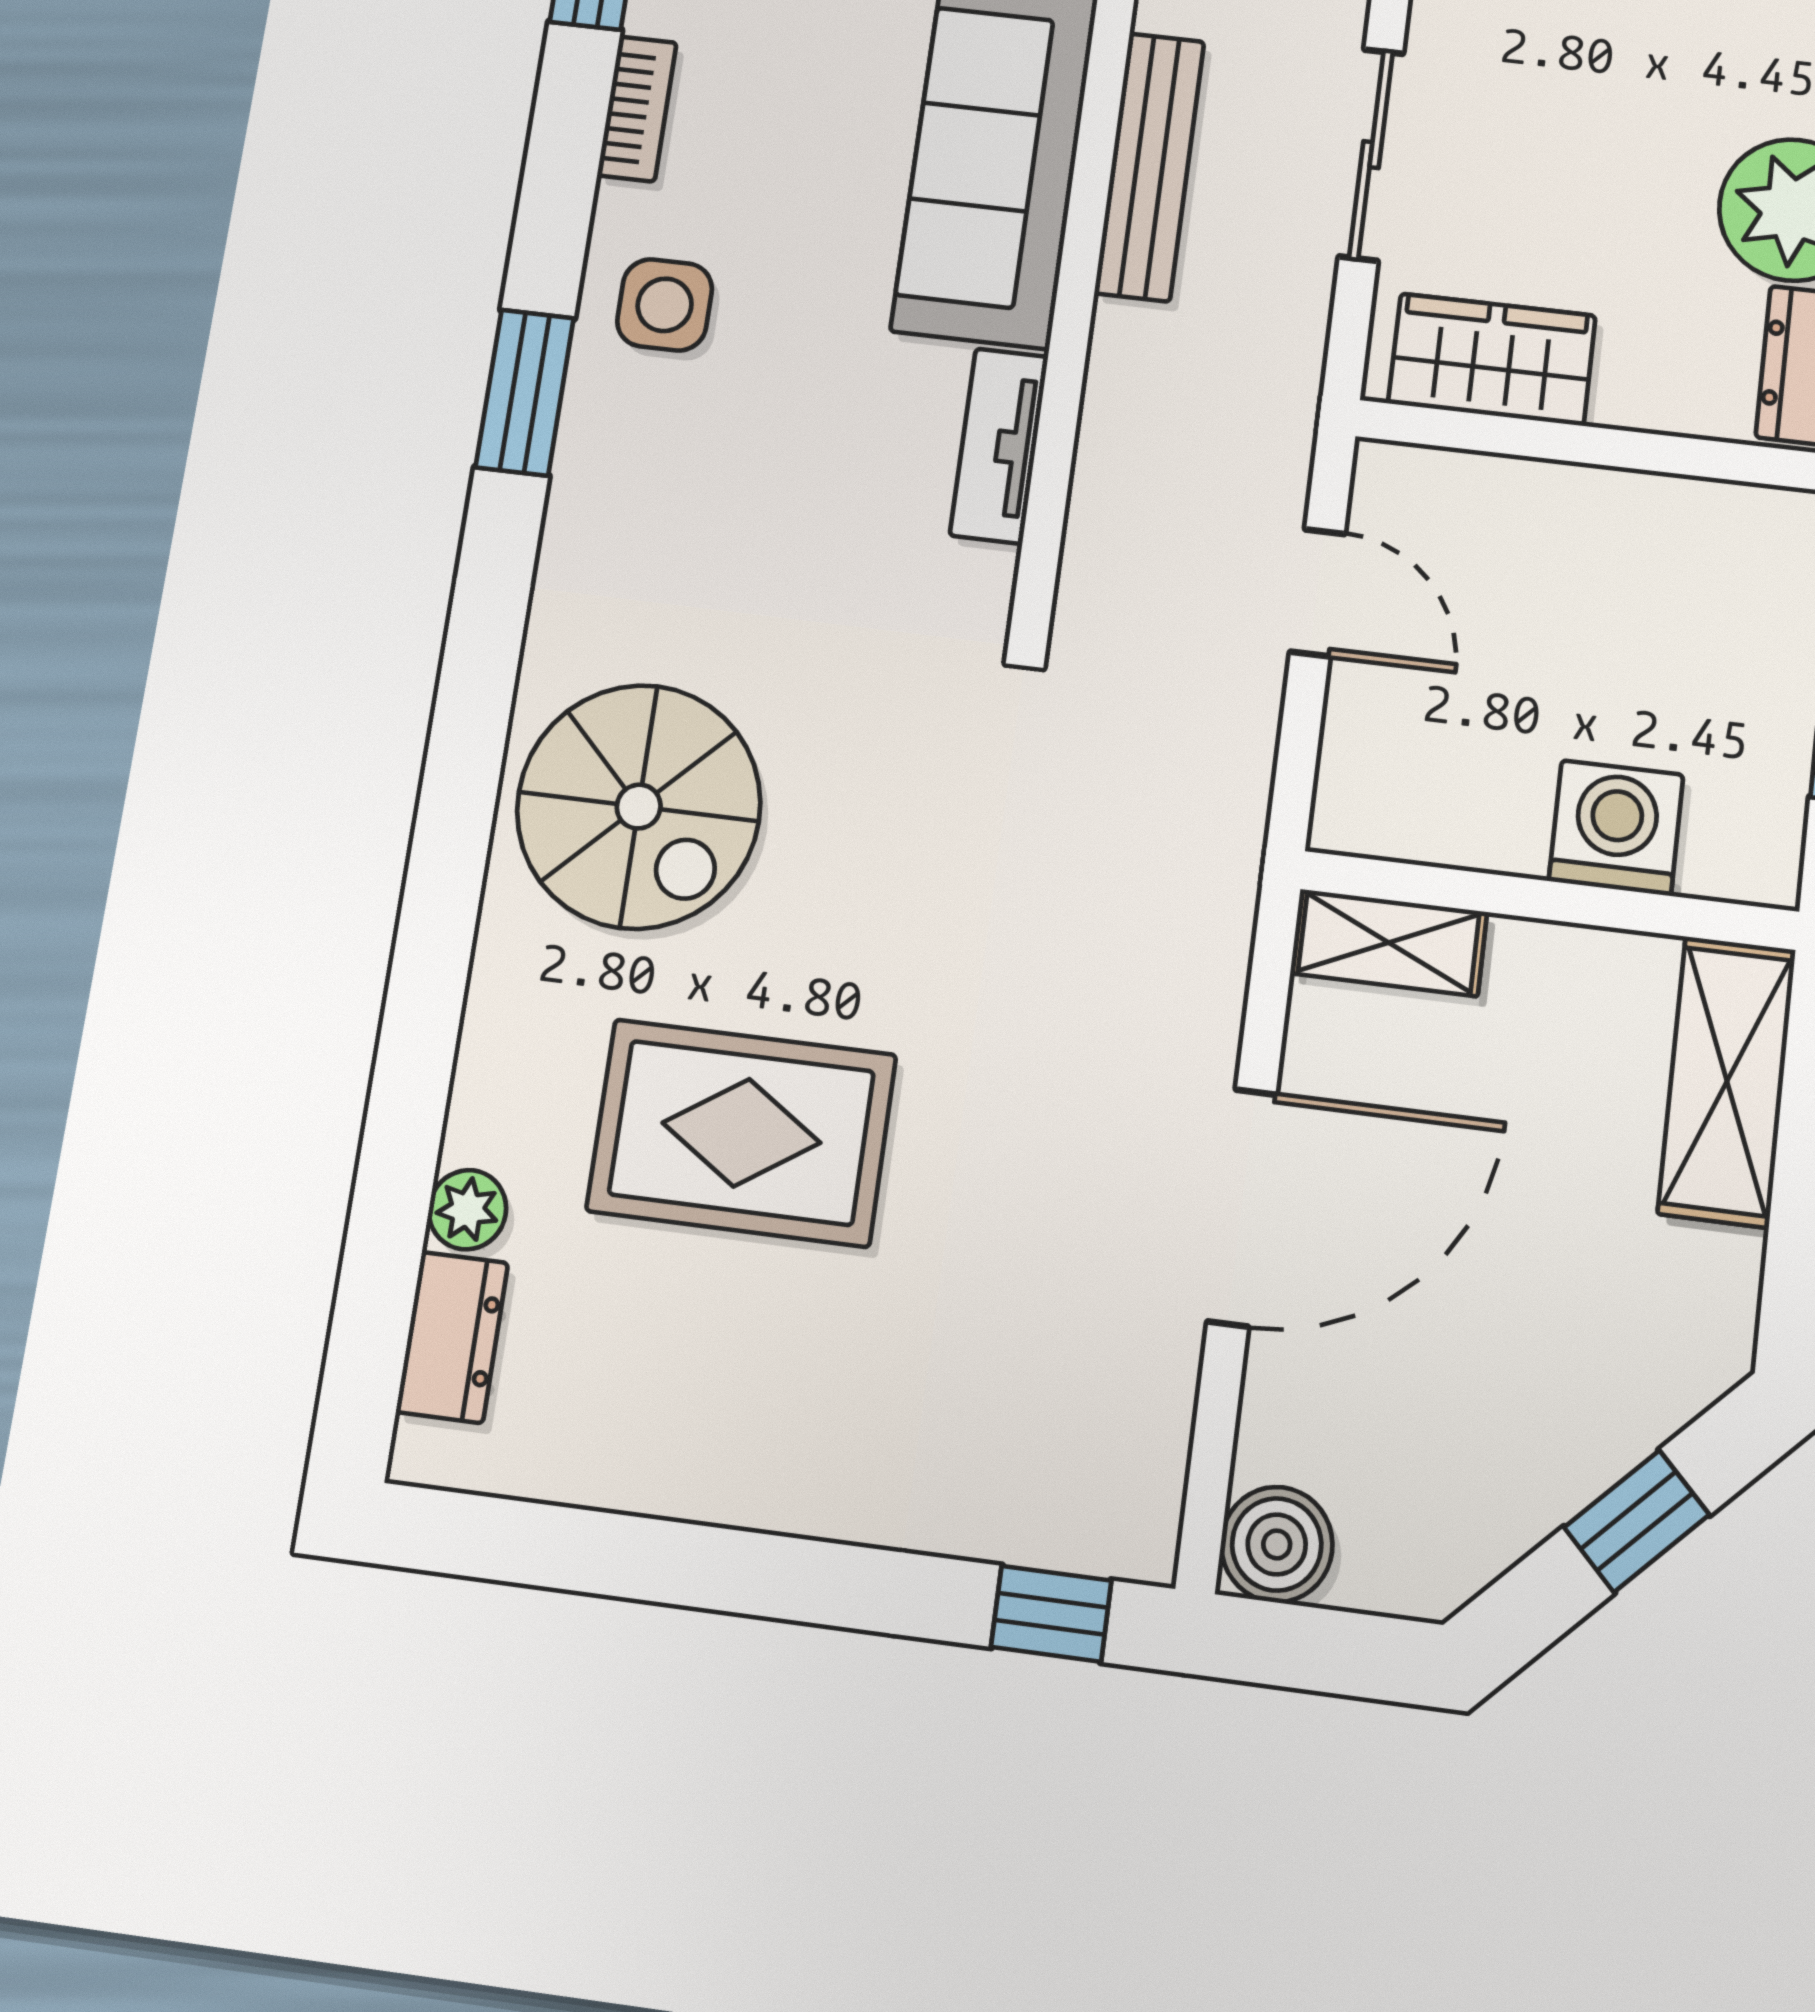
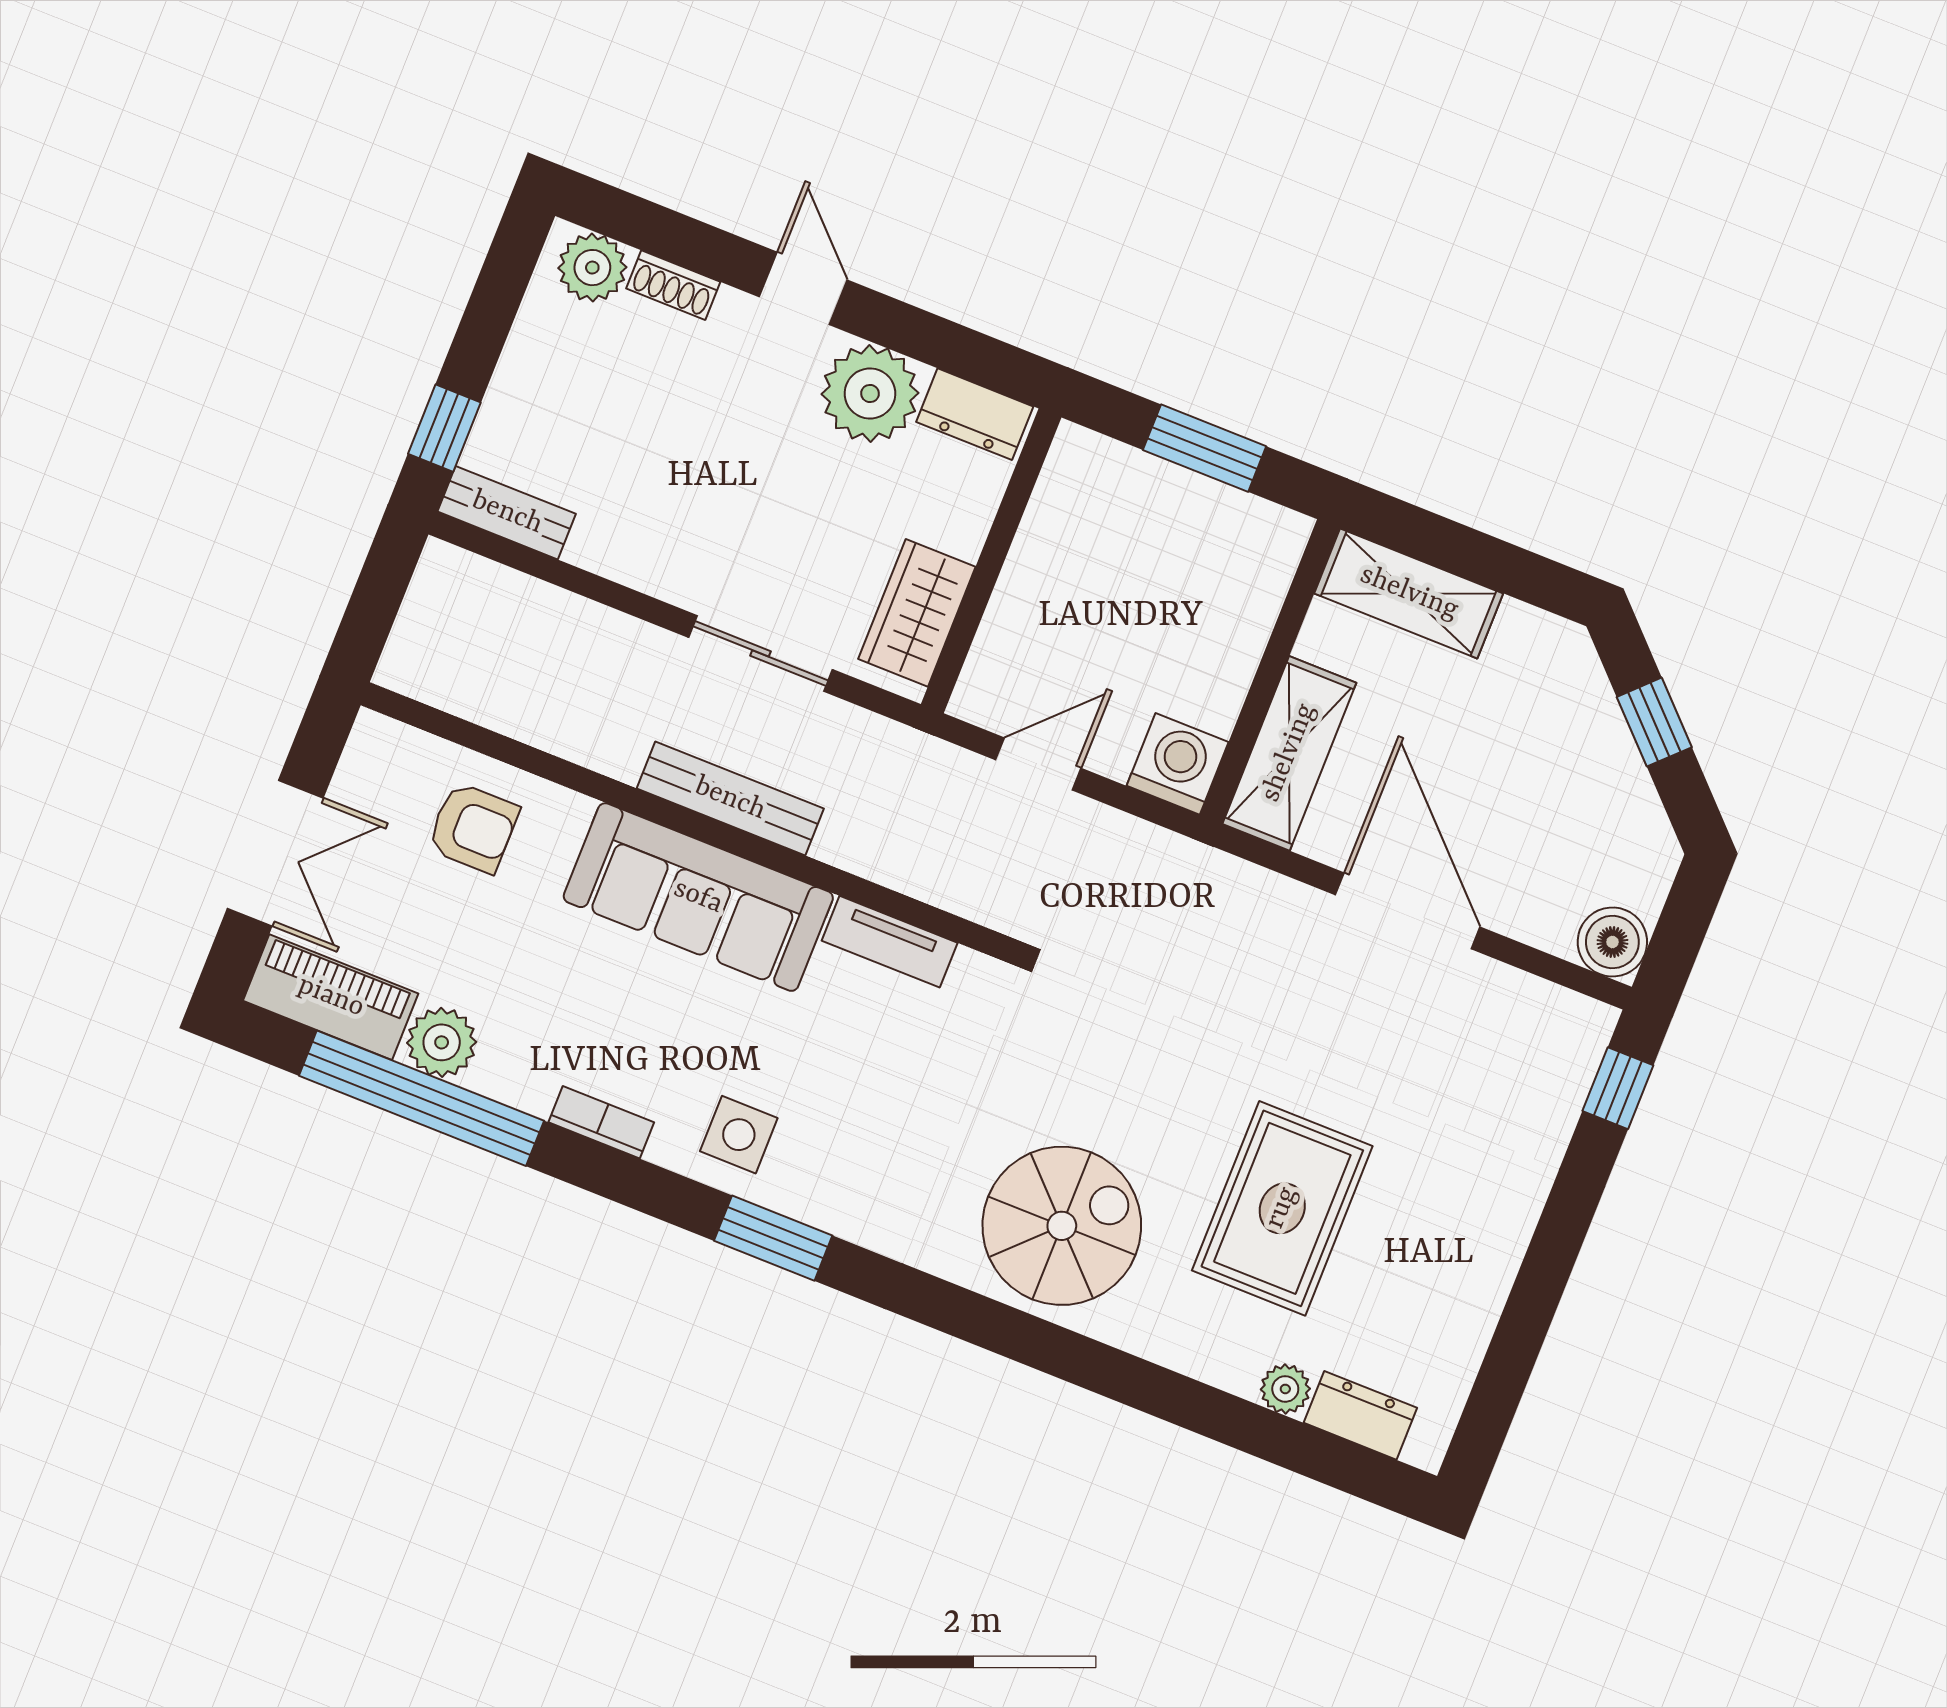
washing machine: (1616, 828) -> (1178, 764), moved, turned 90
shelving: (1389, 943) -> (1289, 753), width x1.50, depth x1.33

